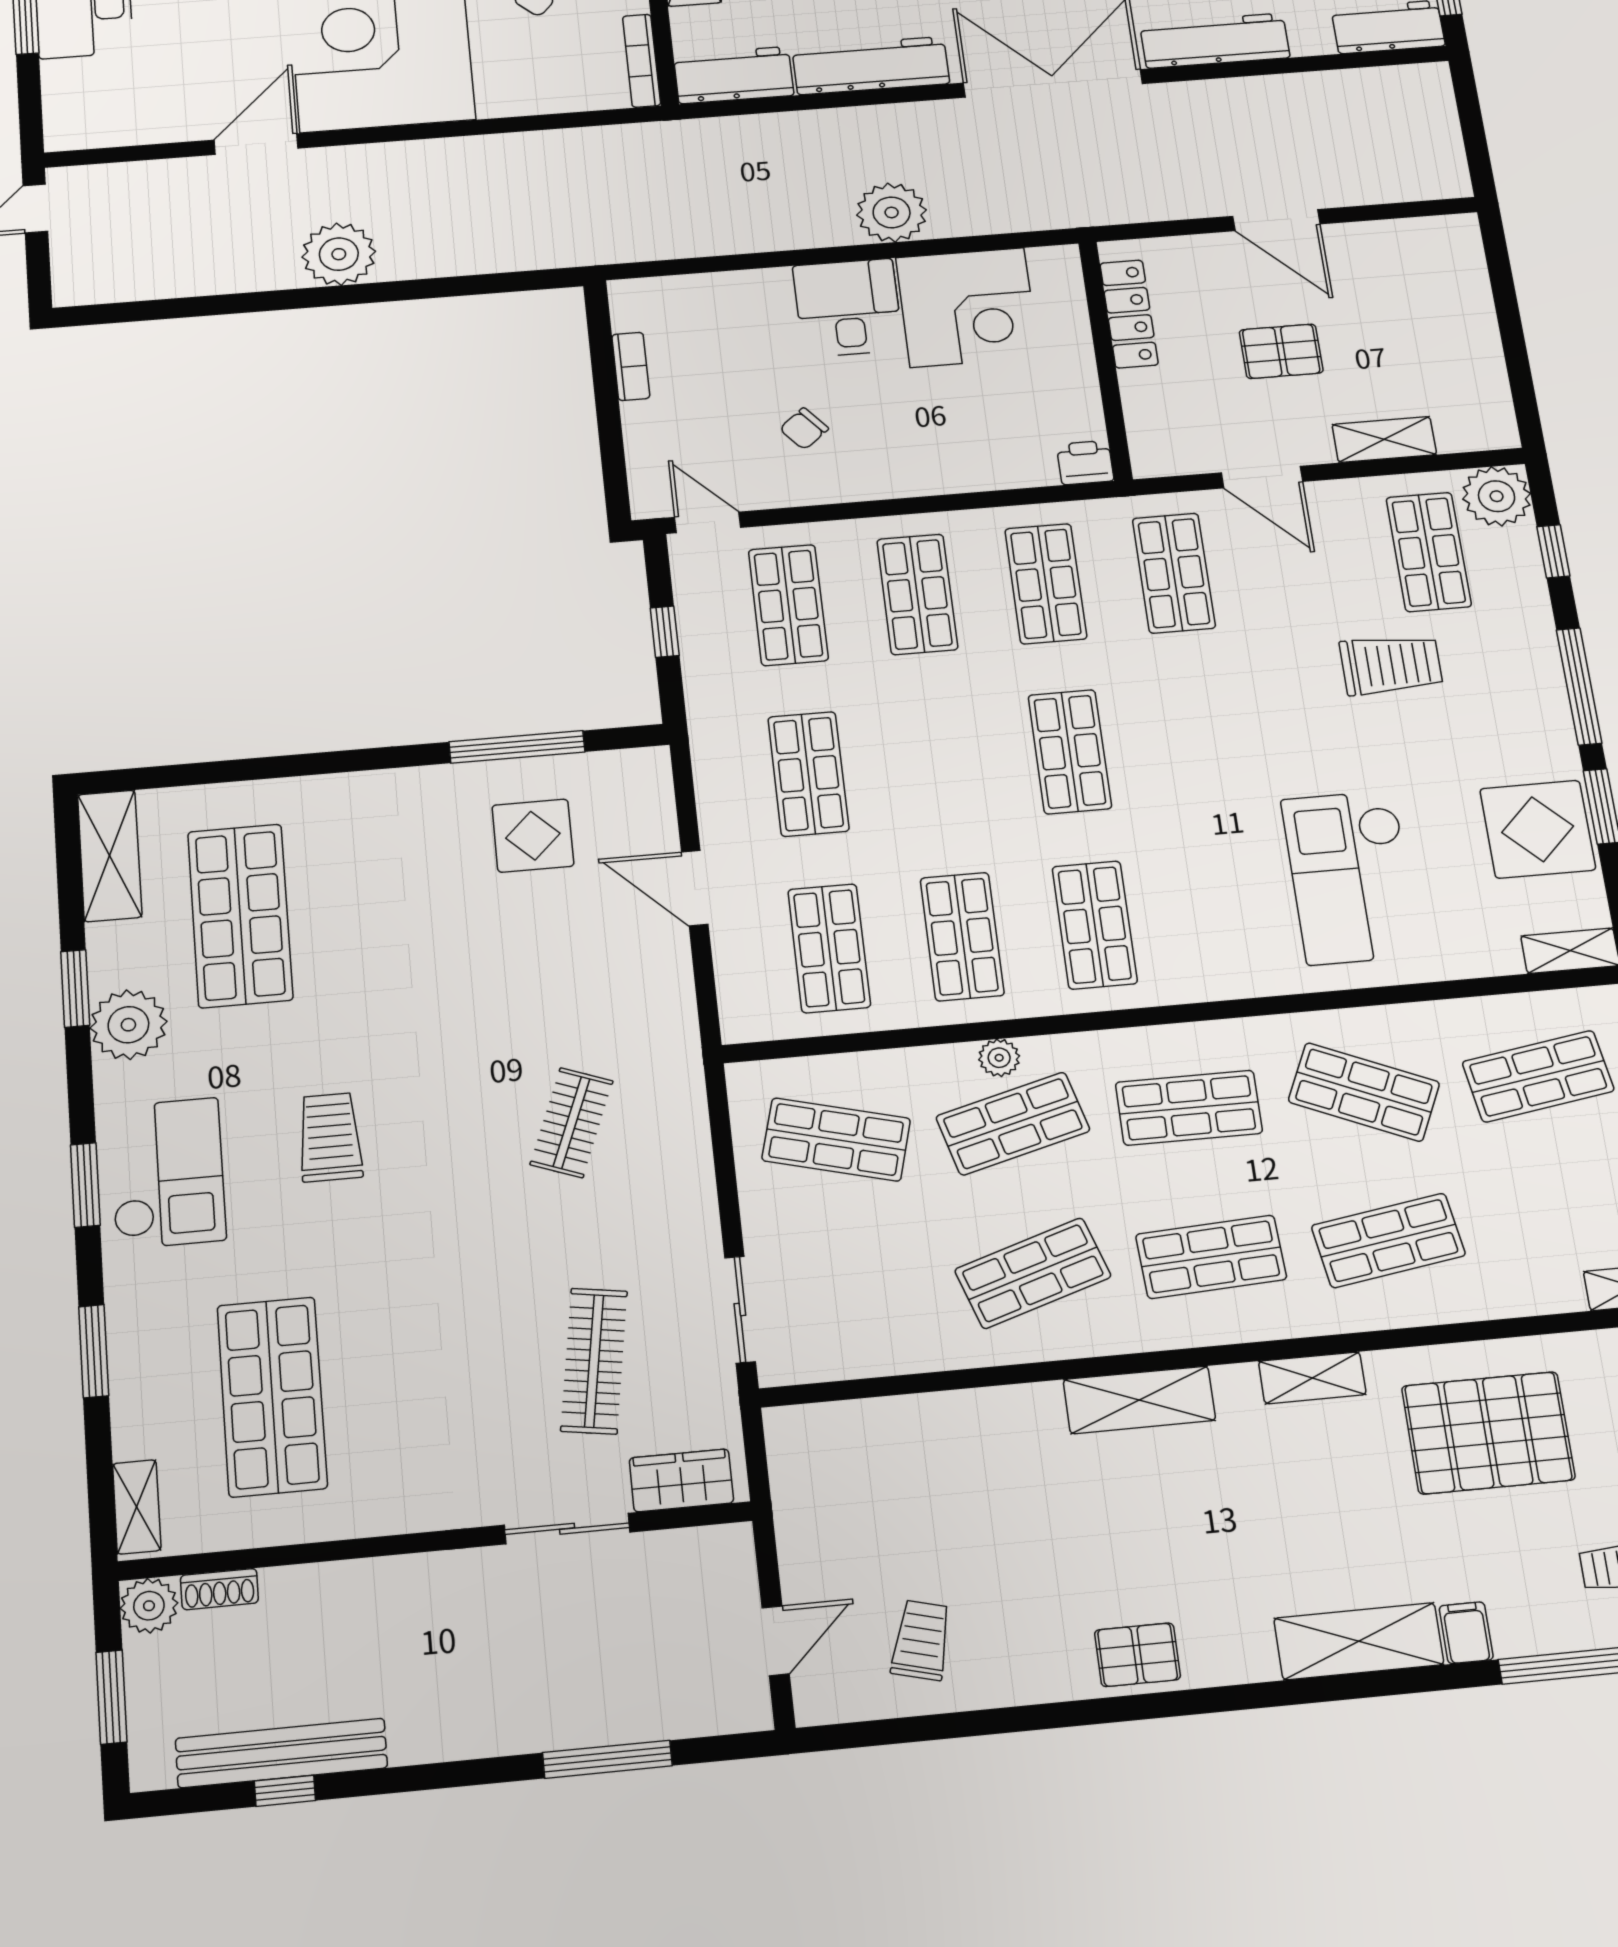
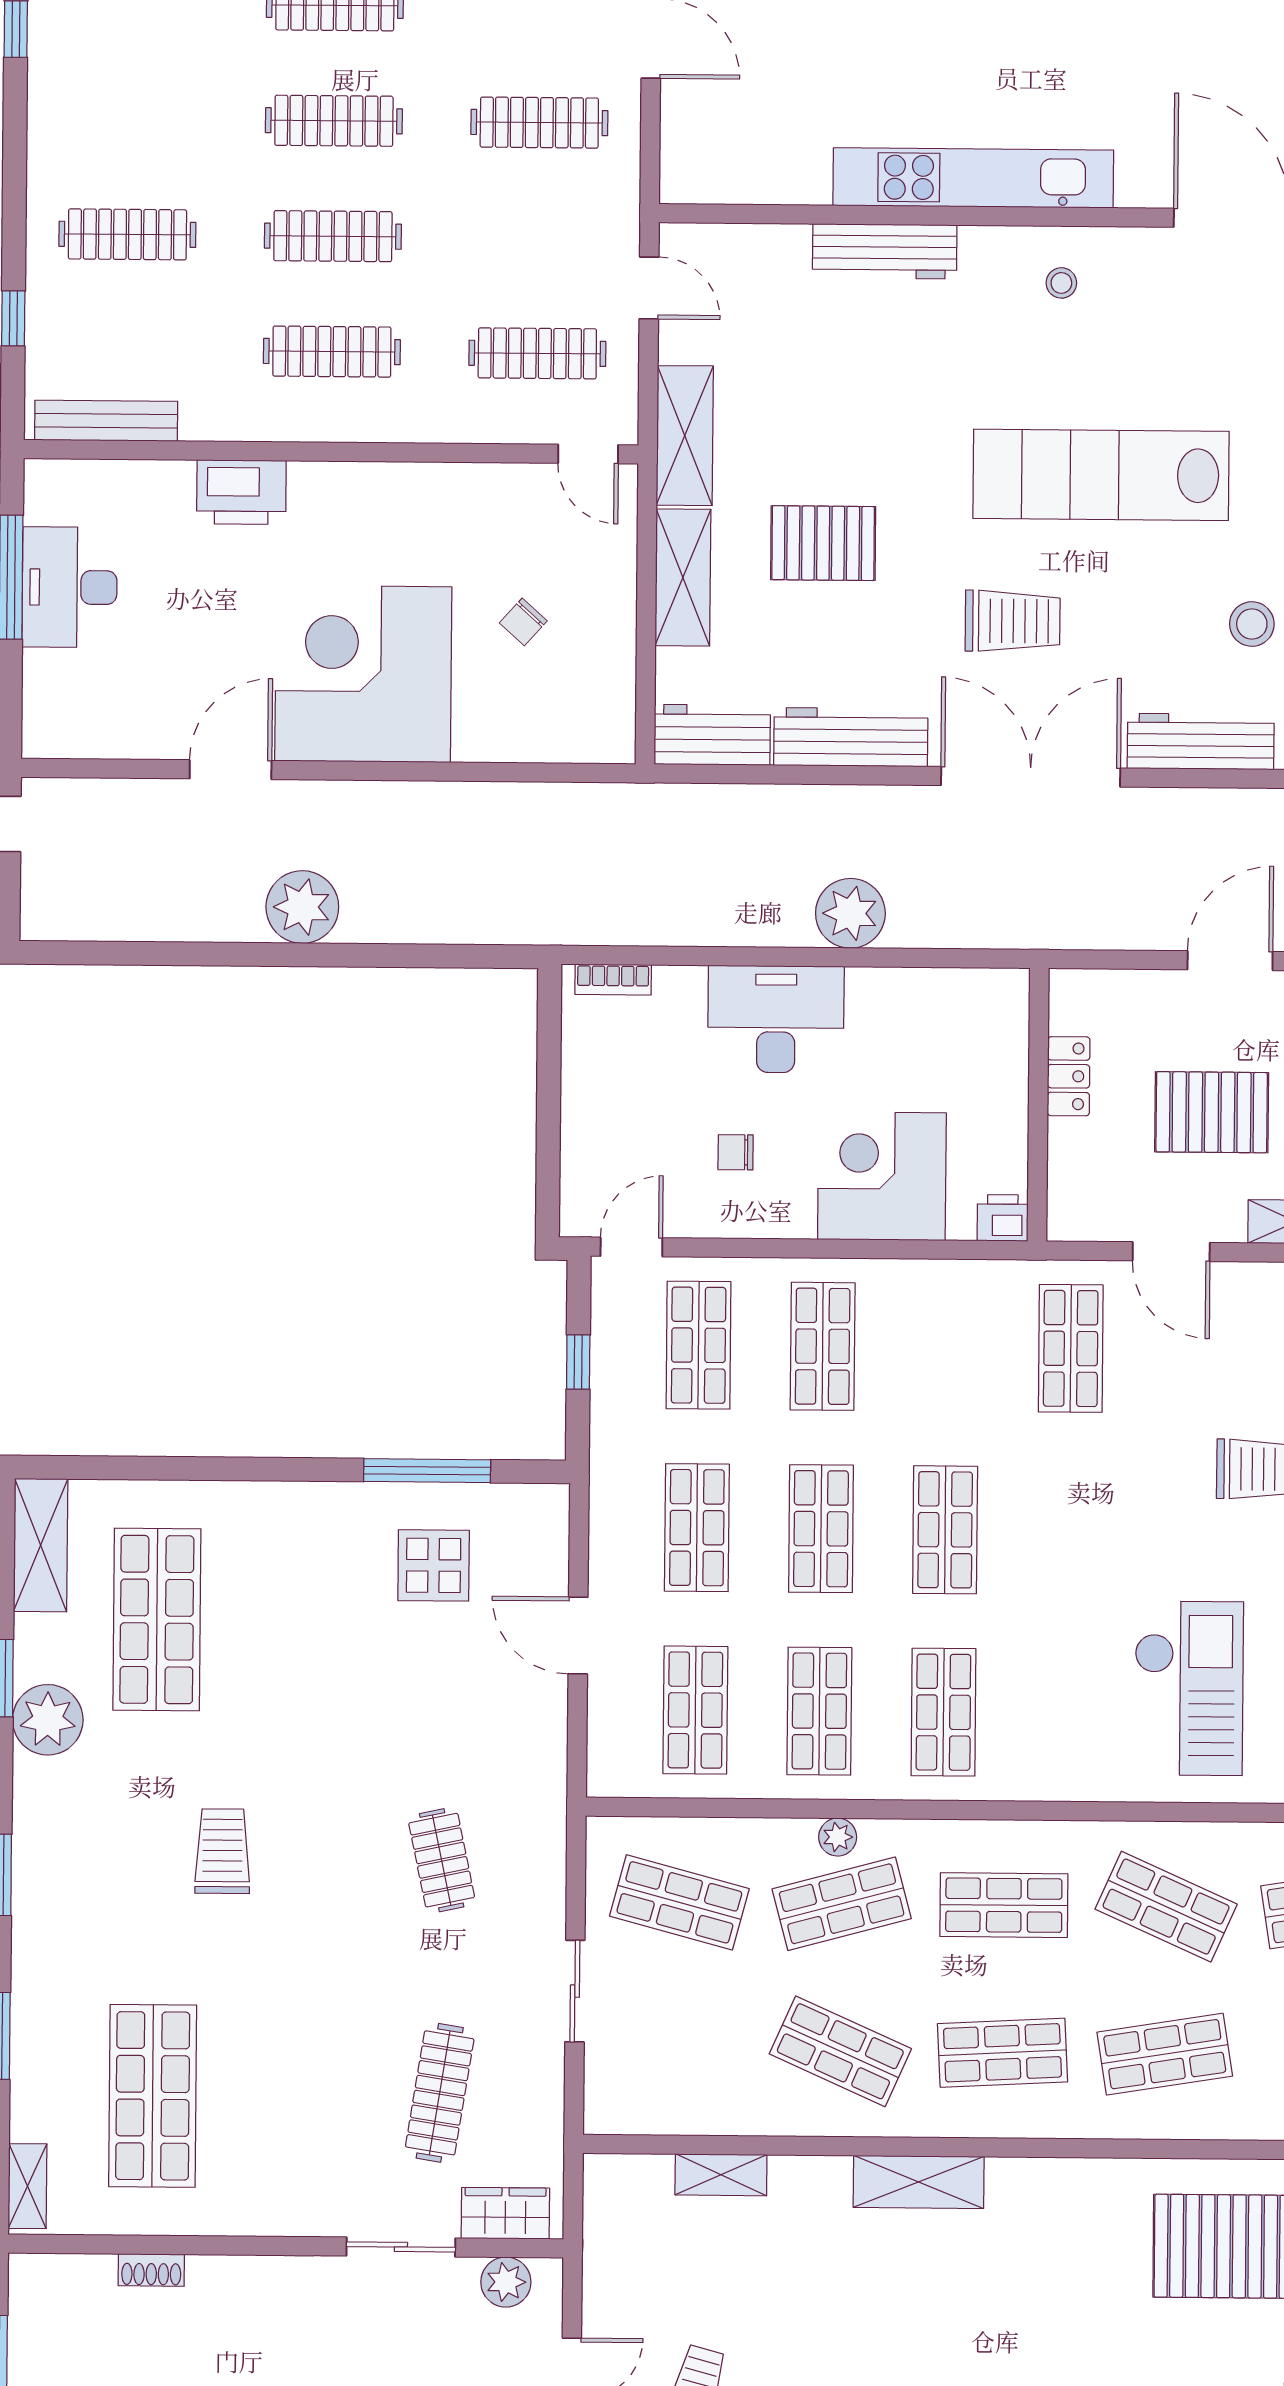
bookcase: (642, 61) -> (622, 708), removed
door: (1276, 220) -> (1230, 961), swing flipped
corner desk: (967, 307) -> (882, 1176), moved, turned 180
desk: (848, 308) -> (776, 1019), width x1.37
locker: (1129, 314) -> (1069, 1076), width x0.66
pallet: (1281, 351) -> (1212, 1112), width x1.50, depth x1.42
bookcase: (631, 366) -> (613, 980), moved, turned 90
chair: (804, 429) -> (736, 1152), turned 40
door: (708, 522) -> (631, 1247), hinge flipped
shop shelf: (1046, 584) -> (821, 1529), moved
checkout: (1351, 877) -> (1189, 1688), turned 180
clothes rail: (572, 1123) -> (442, 1860), turned -33
checkout: (167, 1173) -> (74, 1871), removed
shop shelf: (1033, 1273) -> (840, 2051), turned 42
sliding door: (740, 1309) -> (575, 1991), moved
shelving: (1312, 1378) -> (721, 2175), moved
shoe rack: (219, 1589) -> (151, 2270), moved
plant: (149, 1606) -> (506, 2282), moved

